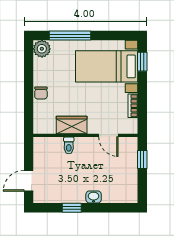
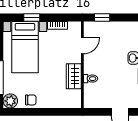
window: (142, 62) -> (32, 18), moved
chair: (41, 93) -> (31, 100), moved

